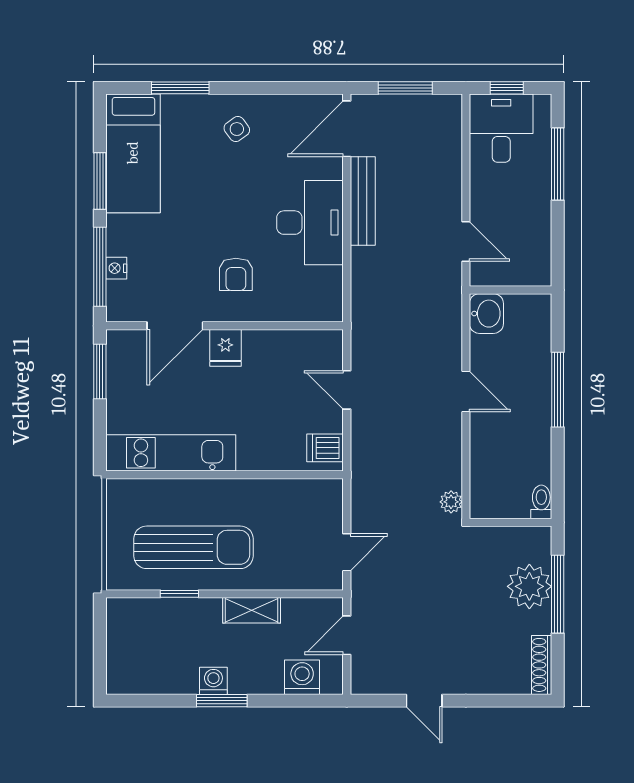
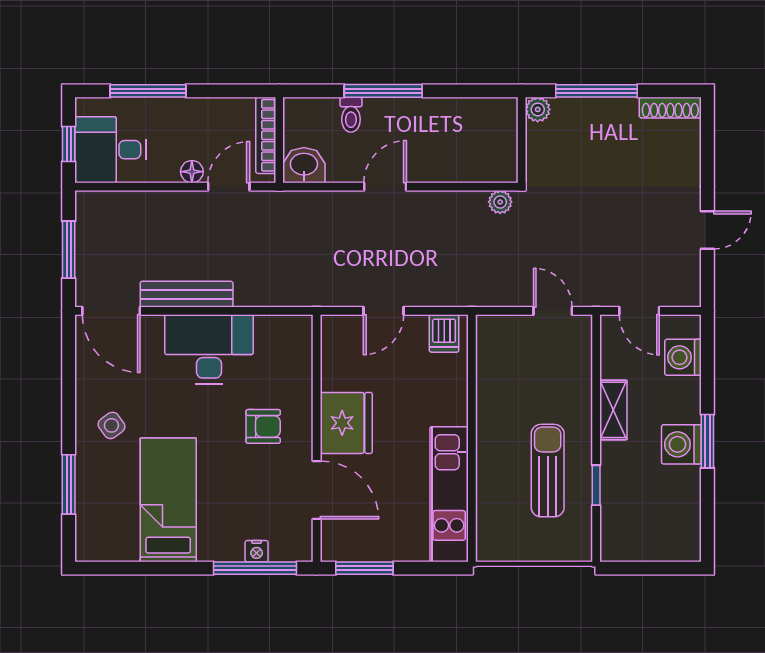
bed: (133, 153) -> (168, 500), moved, turned -90
window: (100, 181) -> (166, 568), removed
floor lamp: (480, 206) -> (192, 172), added
bookcase: (515, 277) -> (266, 135), added
fridge: (225, 348) -> (346, 423), width x1.88, depth x1.34
toilet: (541, 502) -> (351, 115), moved, turned -90
sun lounger: (193, 547) -> (548, 471), width x0.73, depth x0.75
plant: (529, 586) -> (538, 109), moved, width x0.53, depth x0.53
washing machine: (213, 681) -> (681, 444), width x1.38, depth x1.38

